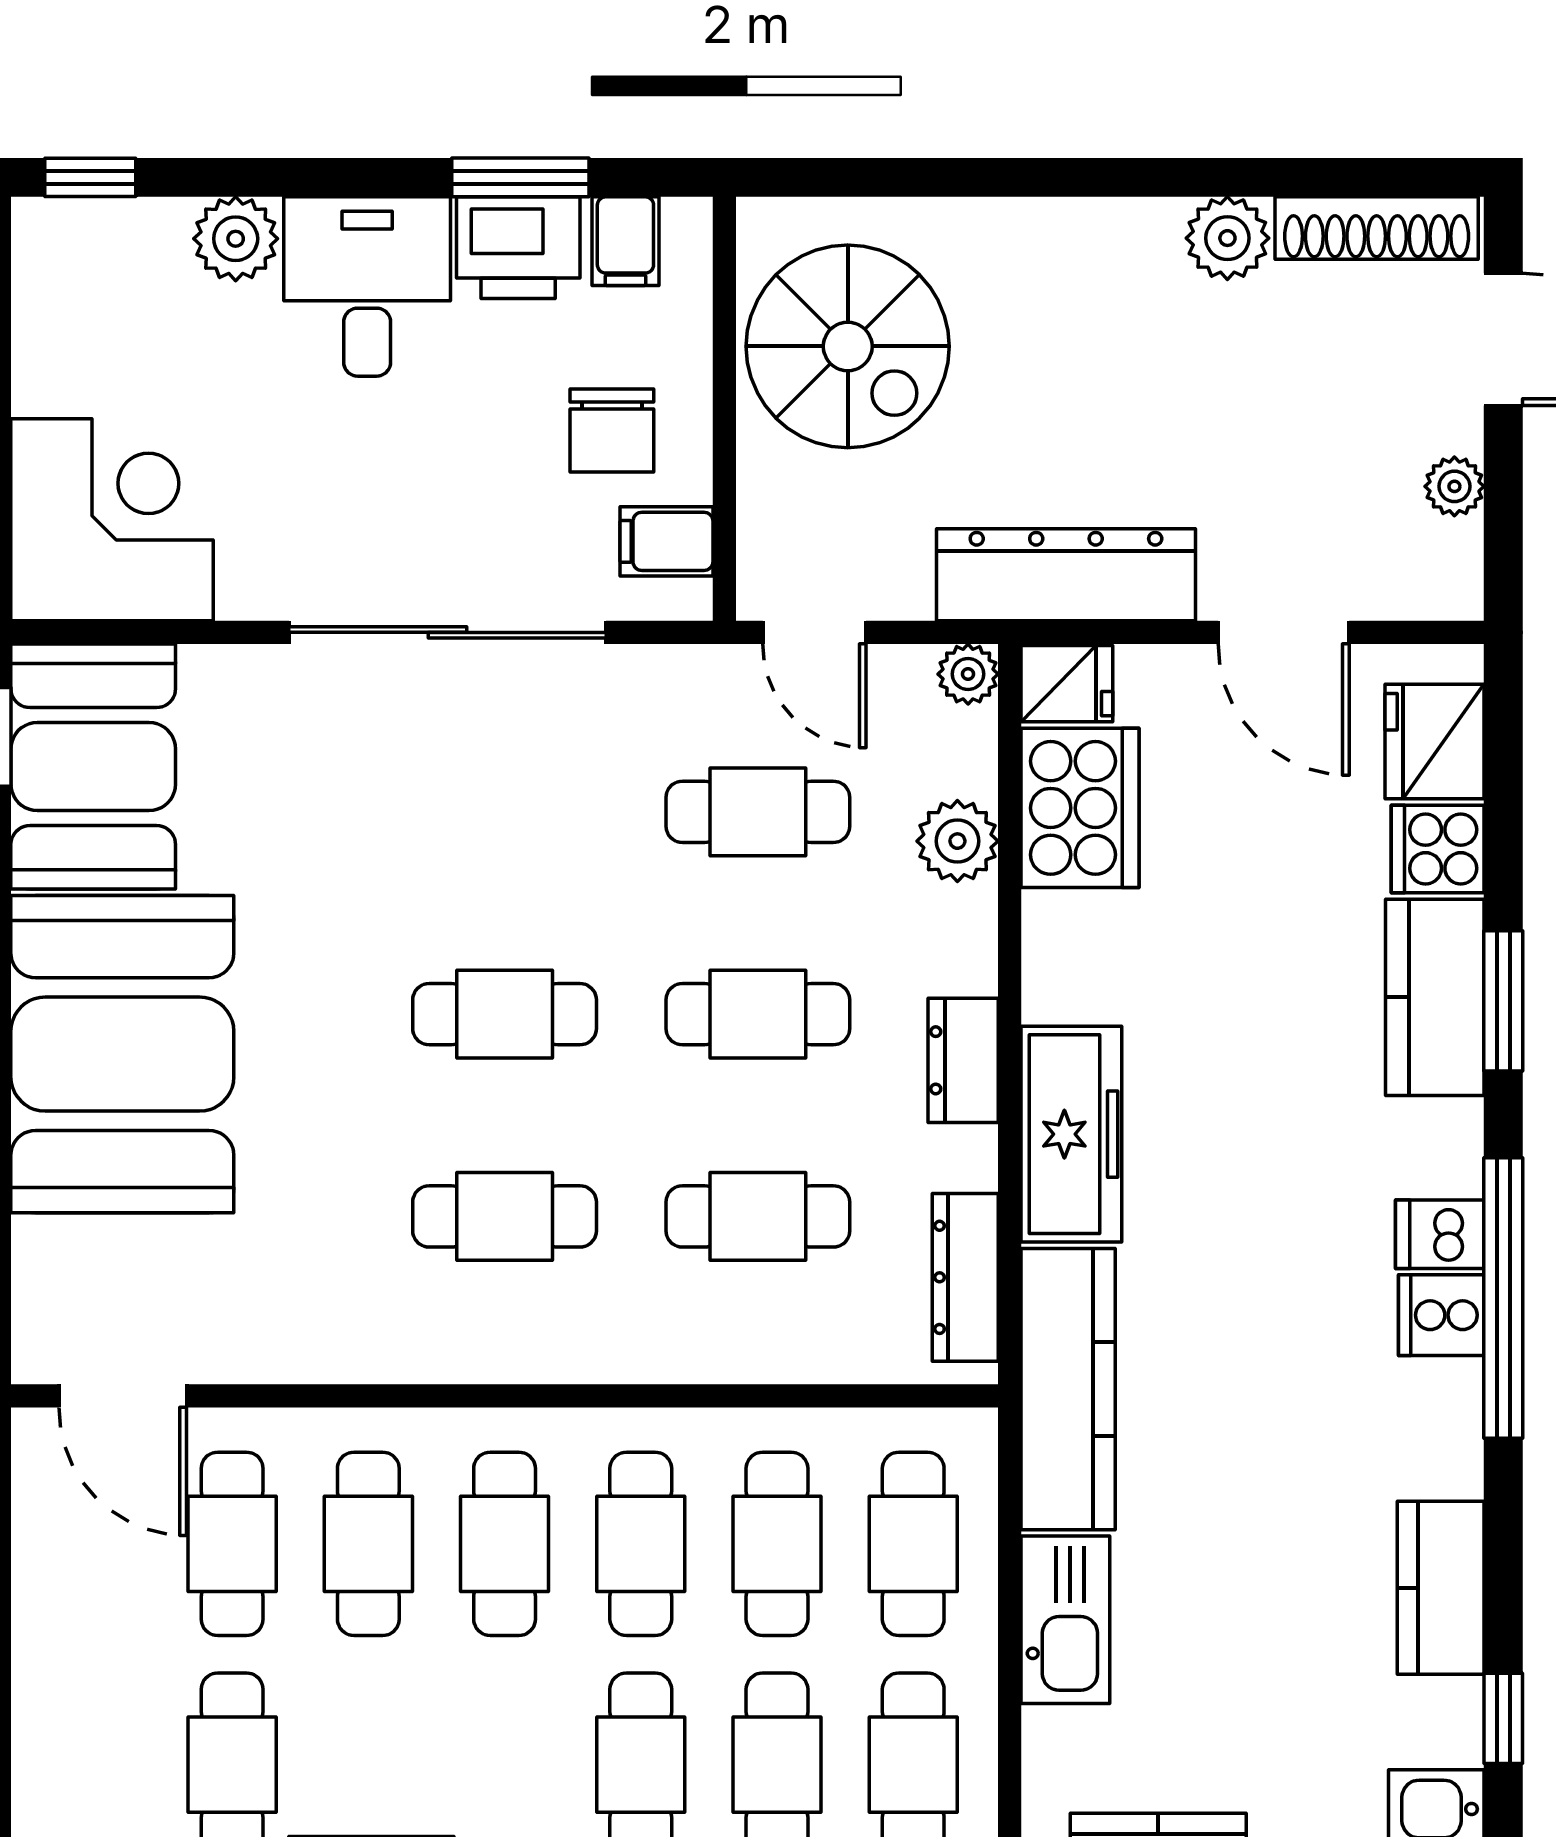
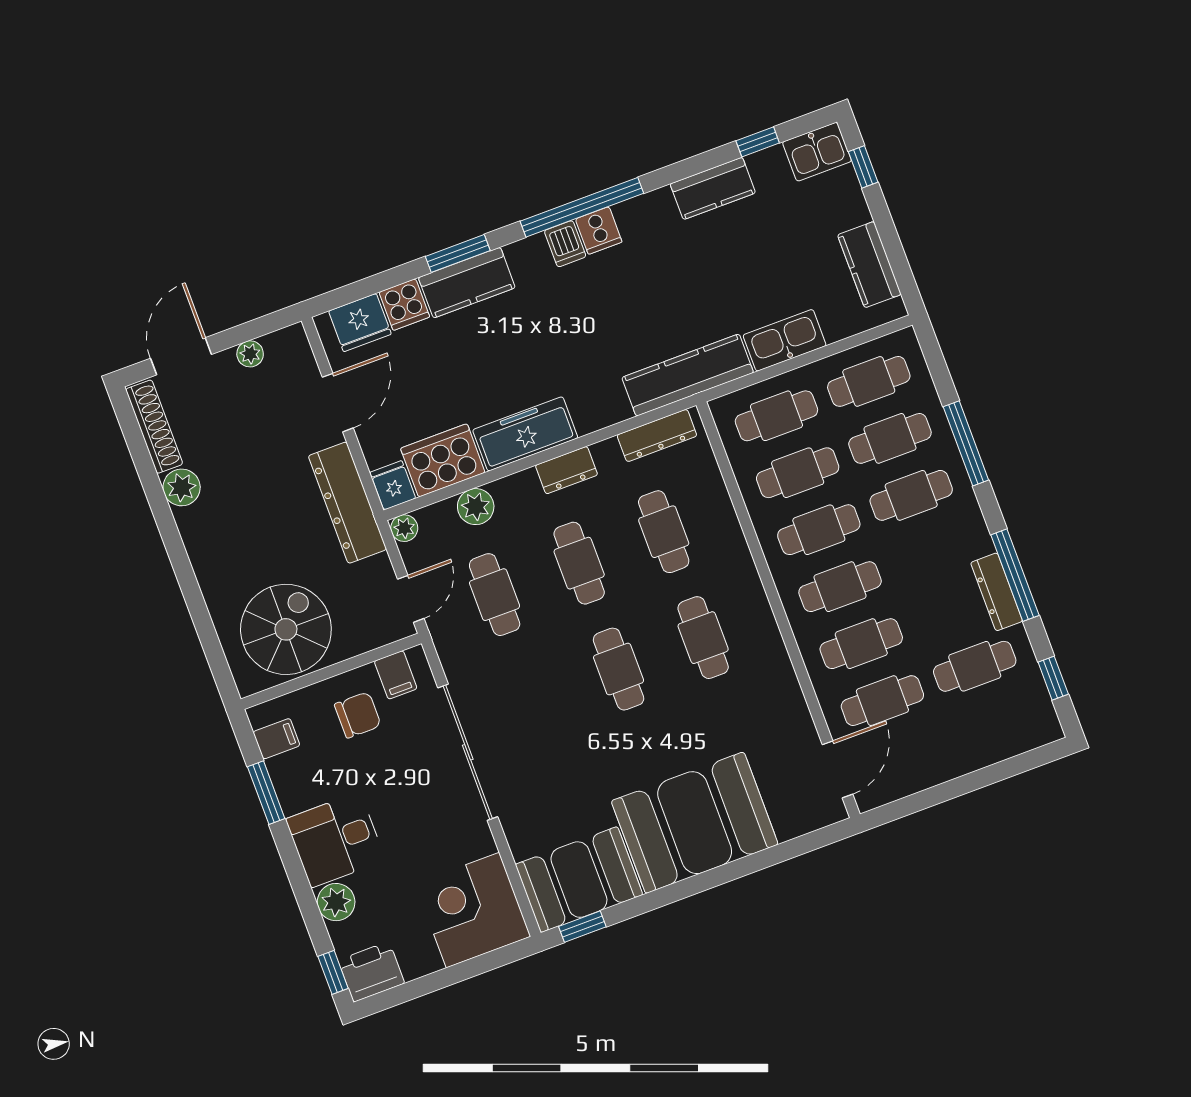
printer: (518, 248) -> (371, 972), moved, turned -90
freezer: (1071, 1134) -> (525, 434), moved

